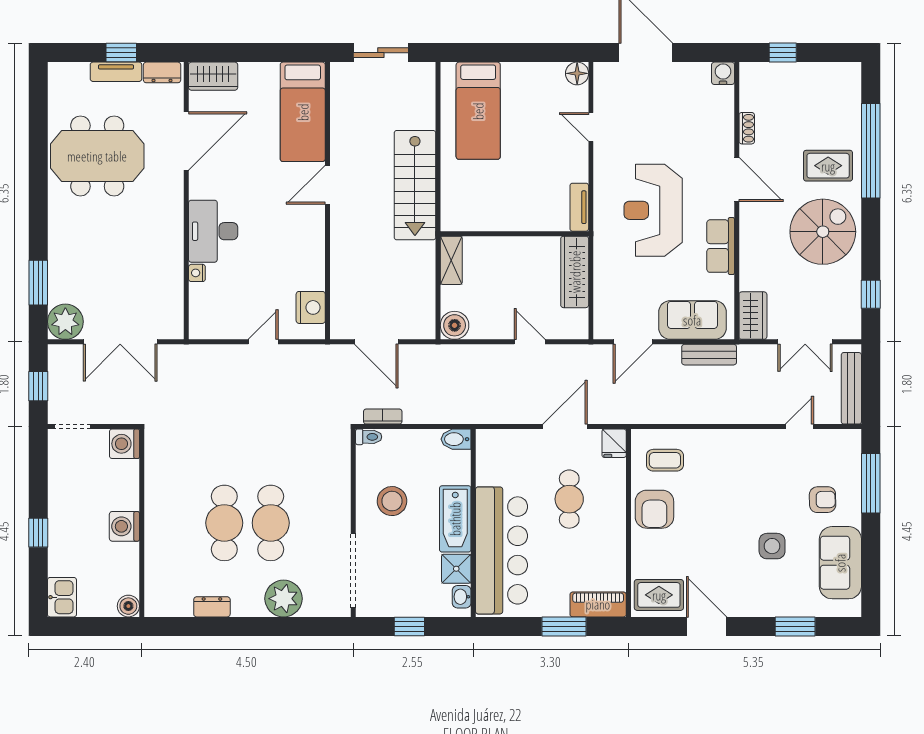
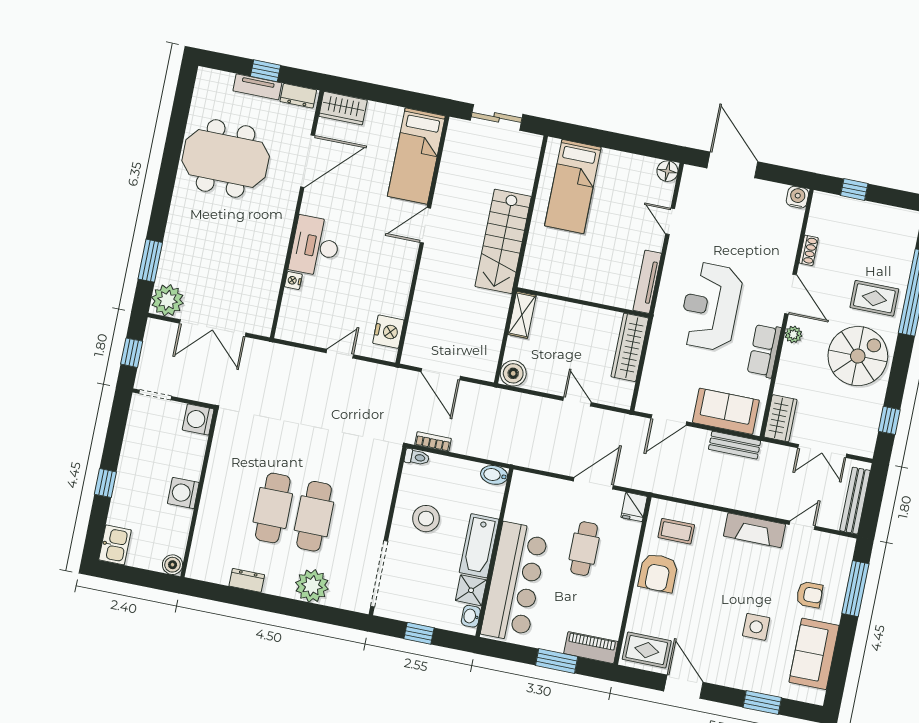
tv unit: (579, 207) -> (647, 282), width x1.41
plant: (749, 222) -> (793, 334), added
fireplace: (749, 442) -> (754, 530), added

